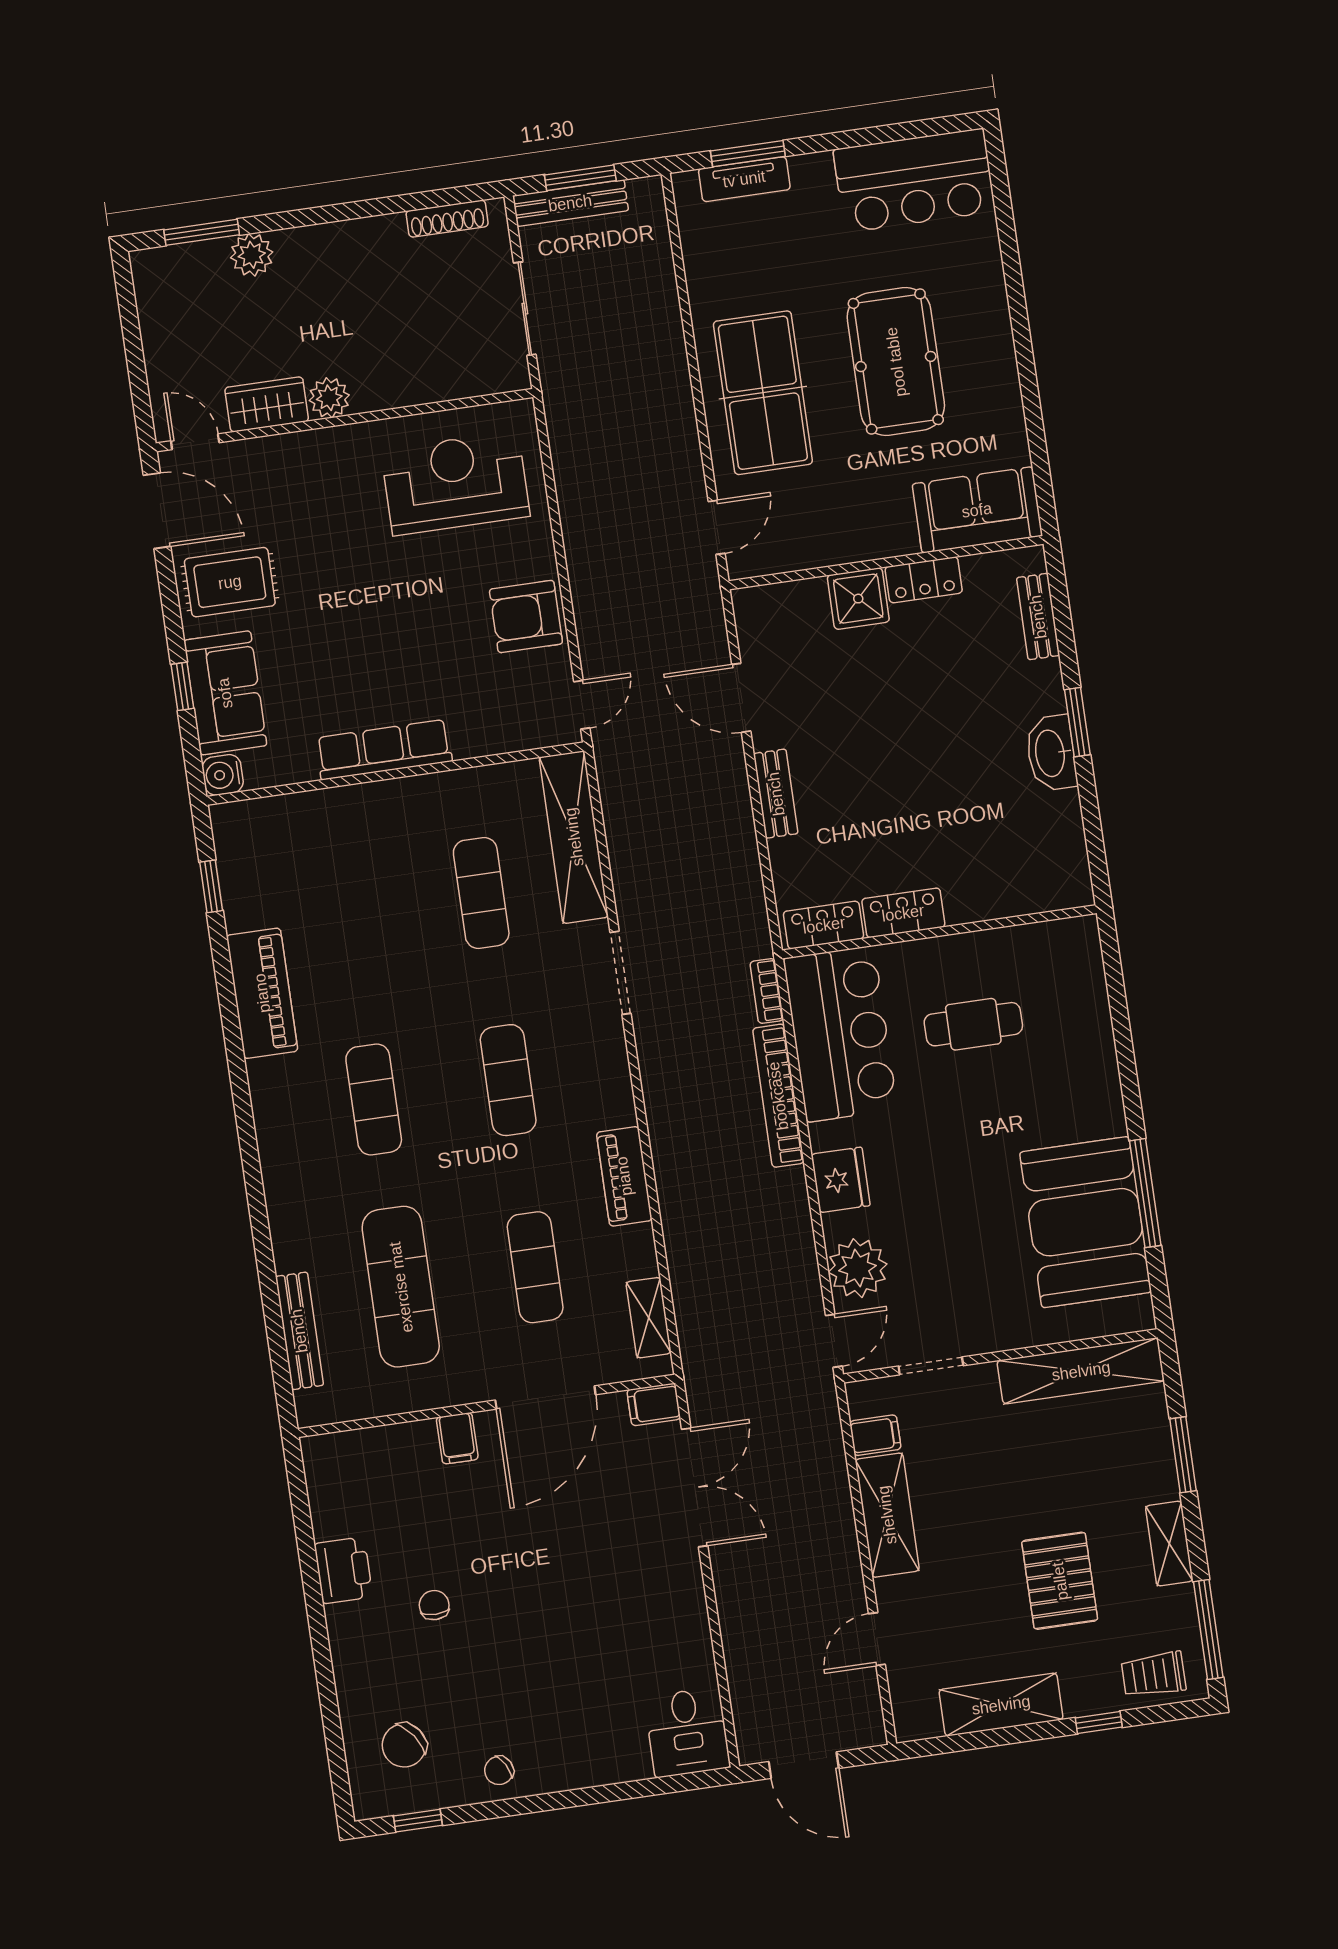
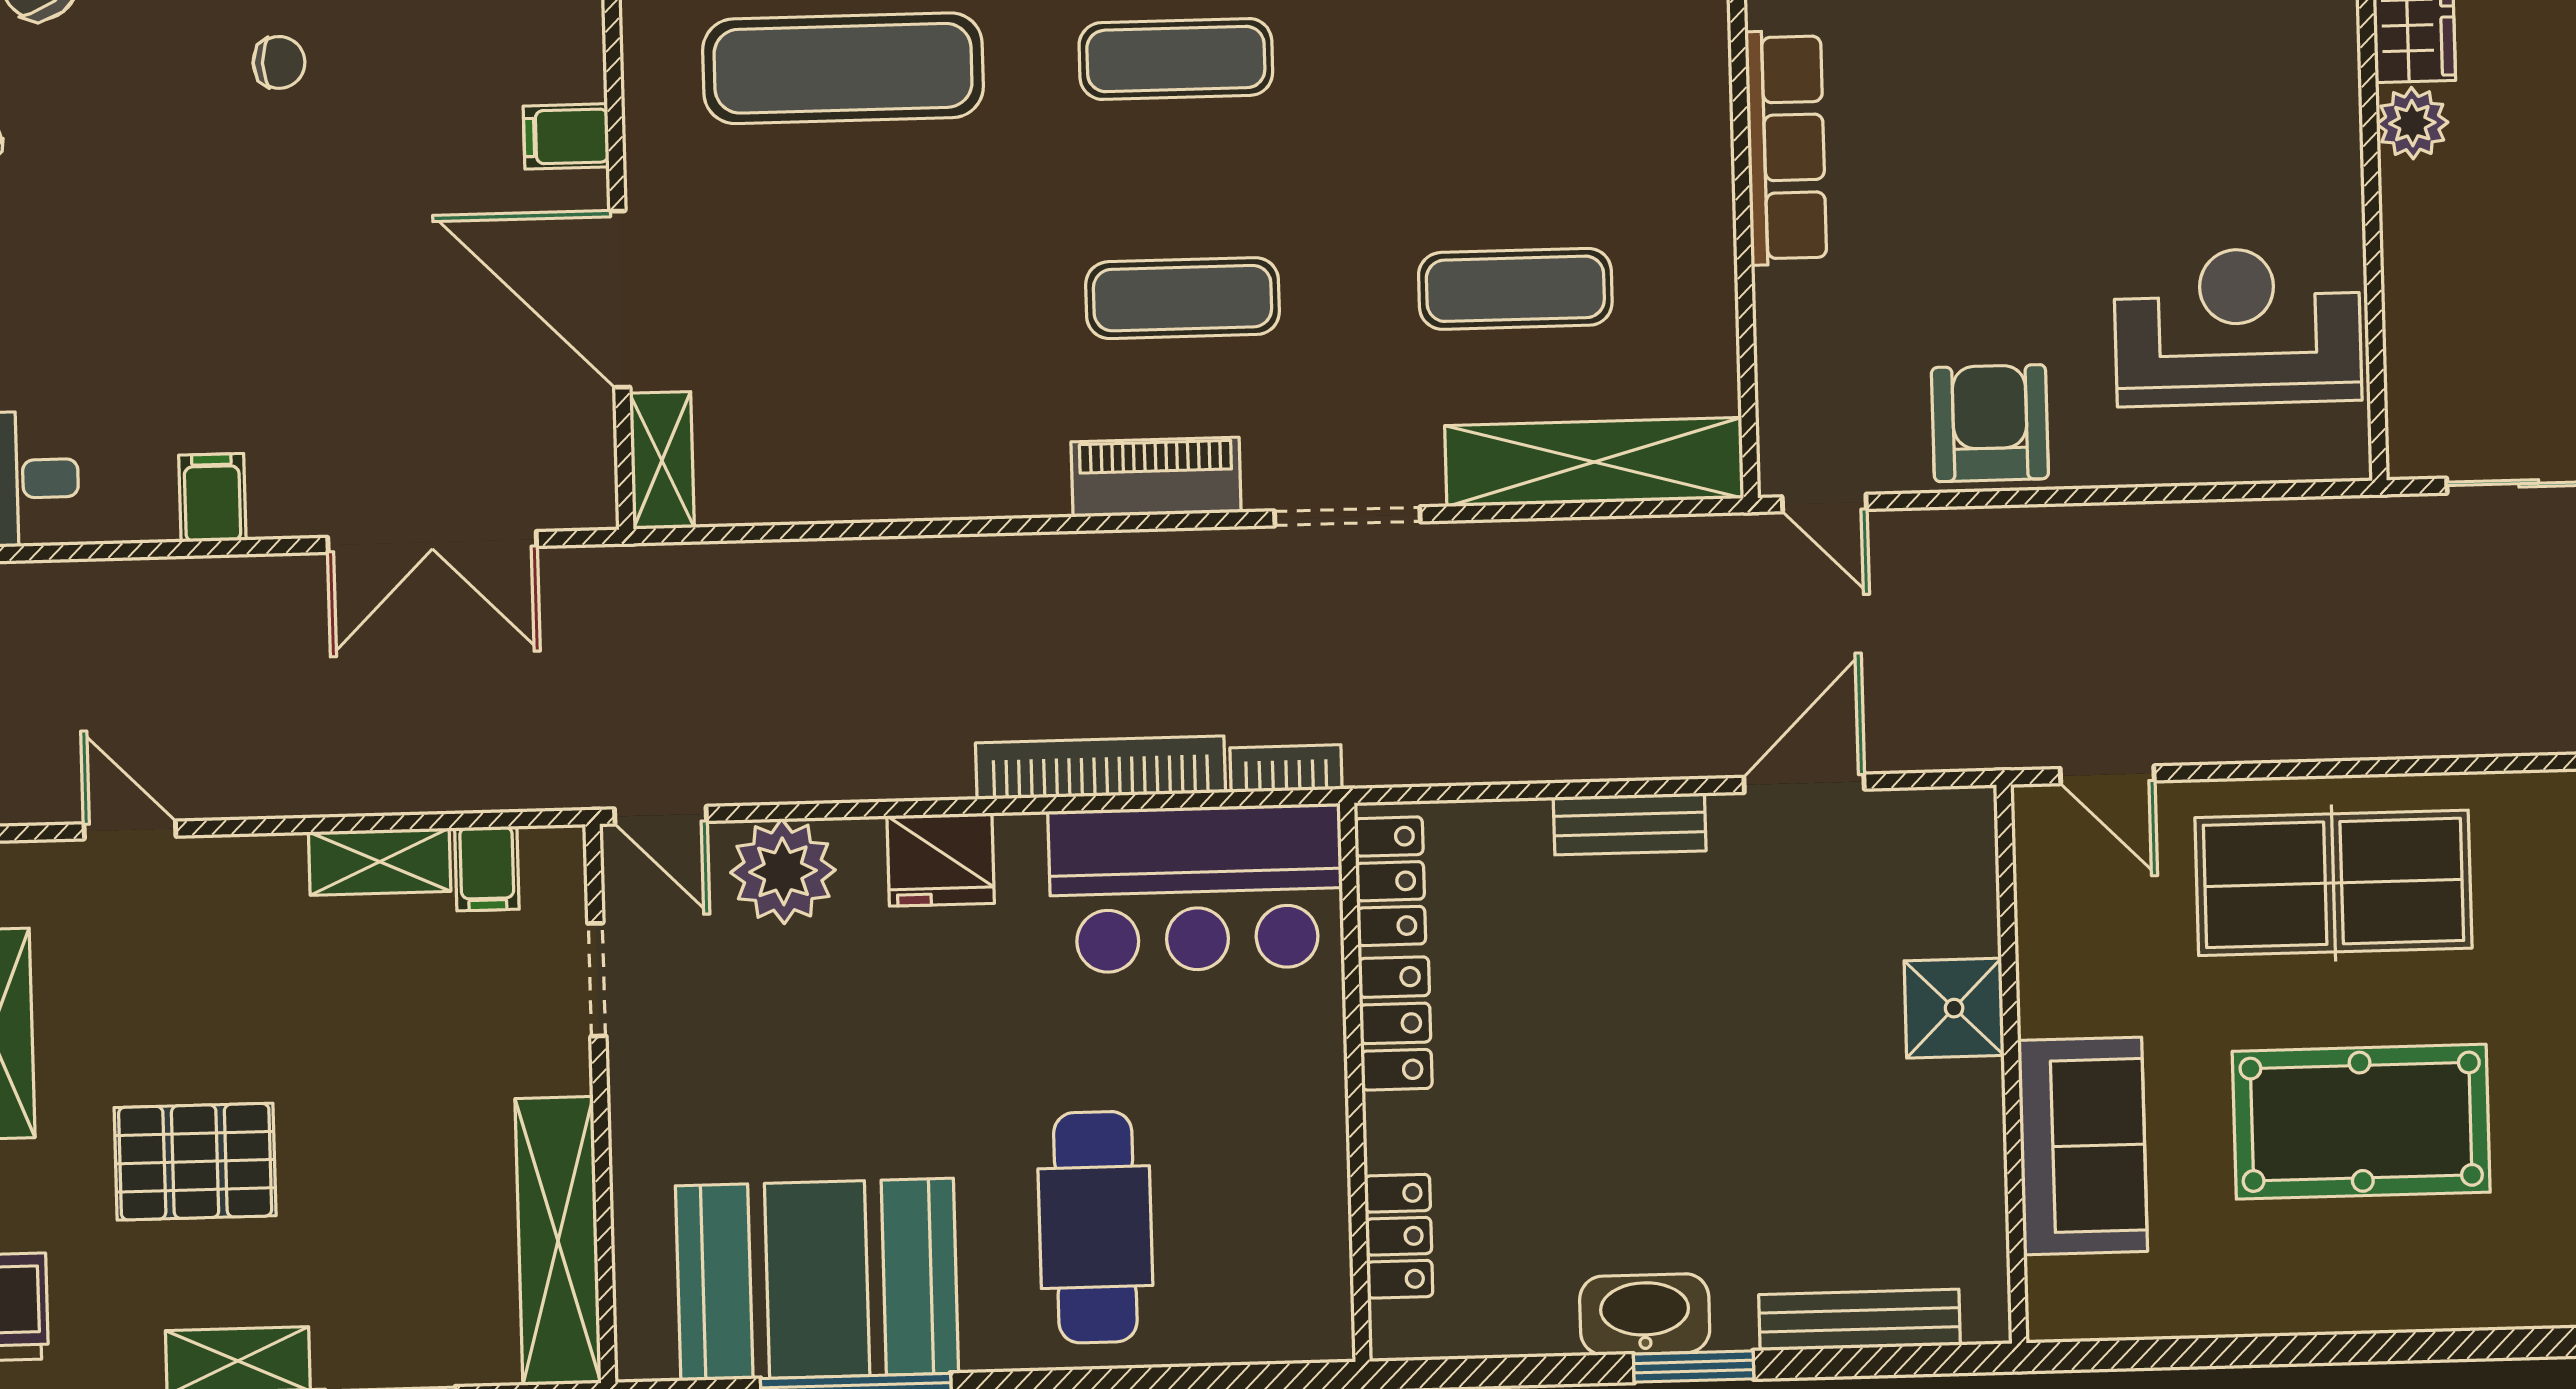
reception desk: (455, 483) -> (2238, 327), turned -90
sofa: (977, 510) -> (2083, 1146), moved
locker: (924, 580) -> (1399, 1236), moved, turned 180
bench: (1038, 617) -> (1860, 1320), width x1.36
cafe table: (973, 1024) -> (1095, 1227), moved, width x1.37, depth x1.35
piano: (624, 1176) -> (1156, 477), moved
exercise mat: (535, 1267) -> (850, 307), removed
shelving: (649, 1318) -> (662, 460), moved, turned 90
filing cabinet: (654, 1404) -> (212, 498), moved
shelving: (887, 1515) -> (380, 862), width x0.67, depth x0.75

